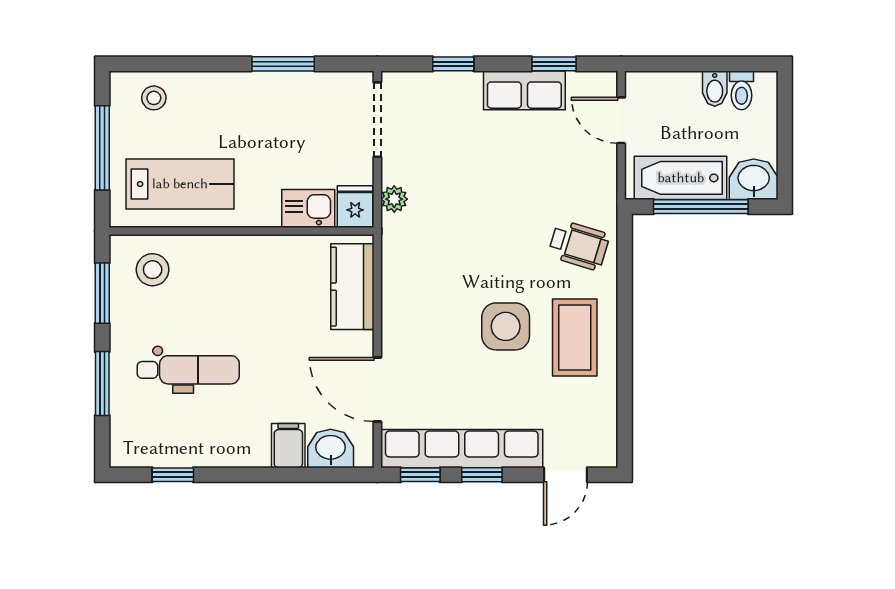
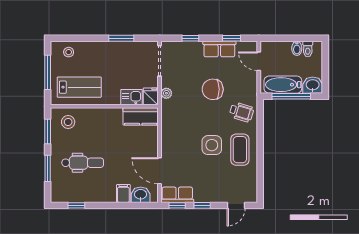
chair: (508, 189) -> (213, 89), added
kitchen counter: (352, 287) -> (141, 116), moved, turned -90
row of seats: (462, 449) -> (177, 195), width x0.50

